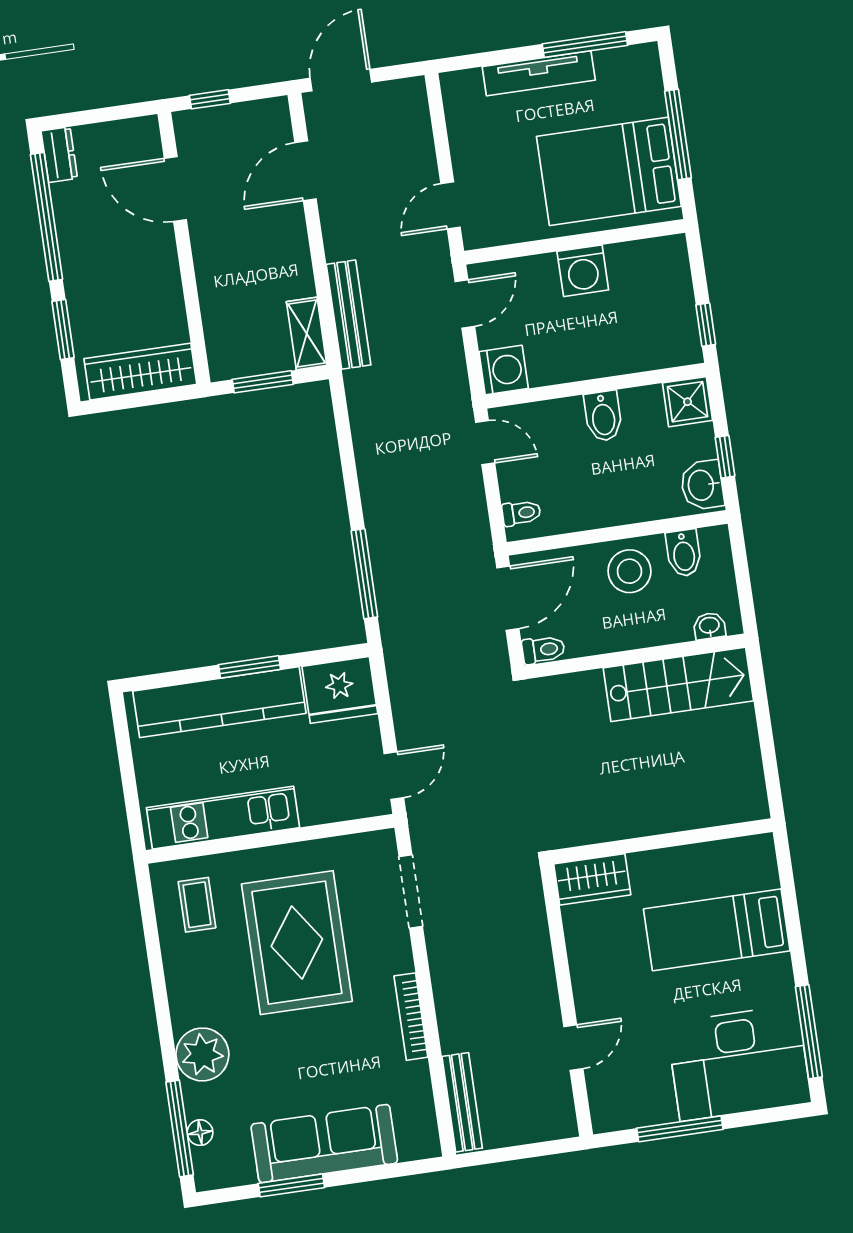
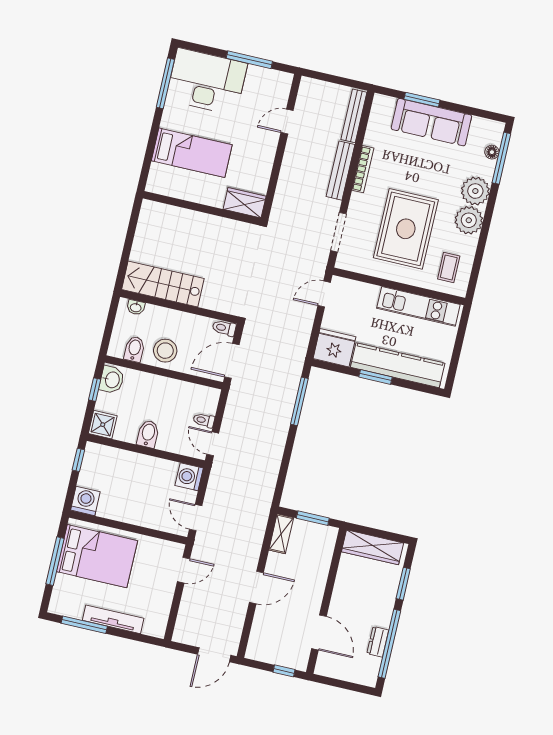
dresser: (59, 155) -> (378, 642), moved
door: (306, 171) -> (256, 588), moved
washing machine: (583, 271) -> (85, 501), moved
door: (465, 304) -> (196, 518), hinge flipped
bench: (349, 315) -> (341, 171), moved
toilet: (521, 513) -> (204, 420), moved
plant: (194, 1000) -> (469, 220), added
window: (291, 1185) -> (422, 100), moved

